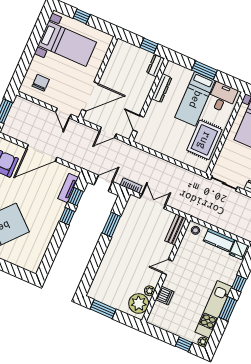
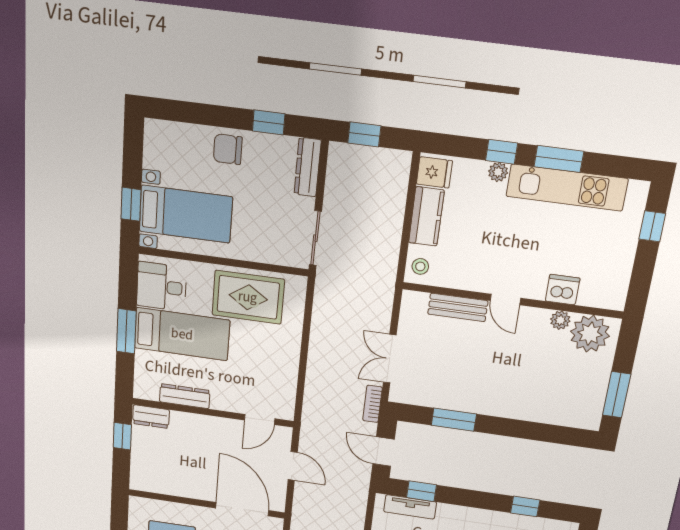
window: (67, 216) -> (525, 506), moved
bench: (176, 230) -> (458, 307), moved
plant: (203, 342) -> (498, 172), moved

